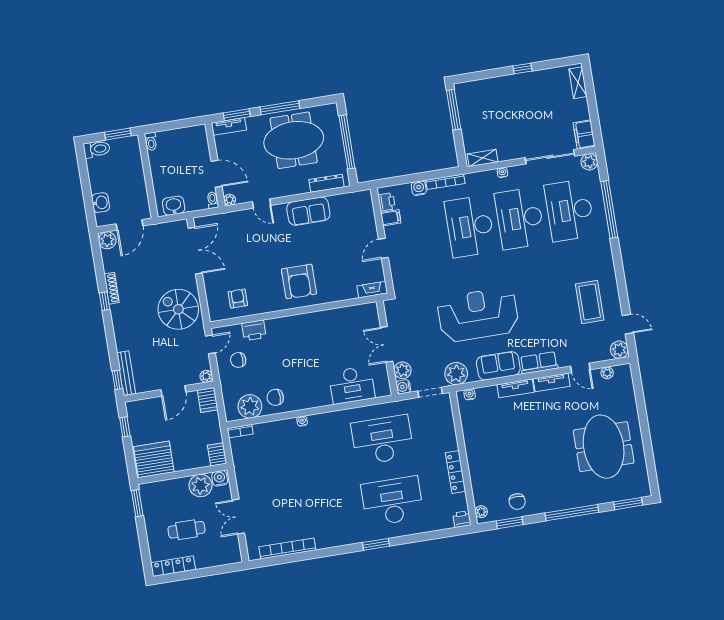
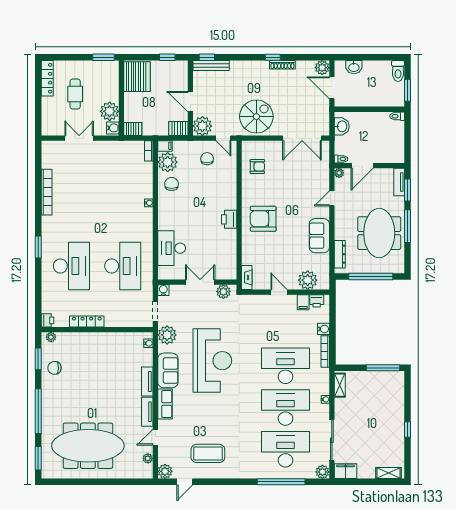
plant: (364, 217) -> (308, 280), added
printer: (254, 330) -> (229, 219), moved
plant: (402, 370) -> (223, 292), moved
plant: (206, 376) -> (202, 126), width x1.88, depth x1.88
filing cabinet: (231, 413) -> (165, 146), added
meeting table: (604, 447) -> (88, 446), width x1.36
bookcase: (287, 548) -> (47, 192), moved

